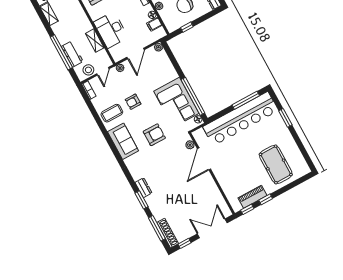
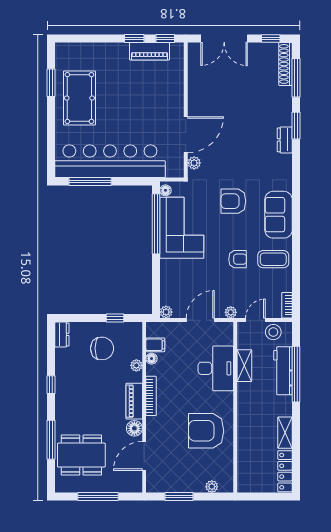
workbench: (72, 54) -> (283, 371), width x1.38
window: (285, 118) -> (51, 83), moved
pool table: (276, 164) -> (79, 98), moved

